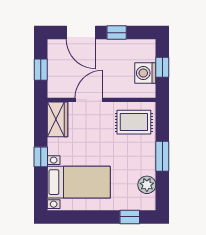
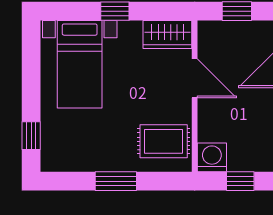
washing machine: (145, 73) -> (212, 157), moved
rug: (134, 122) -> (164, 141), turned 90
plant: (147, 185) -> (76, 159), removed

